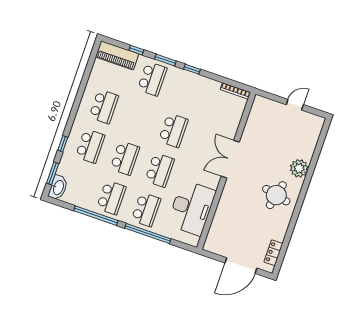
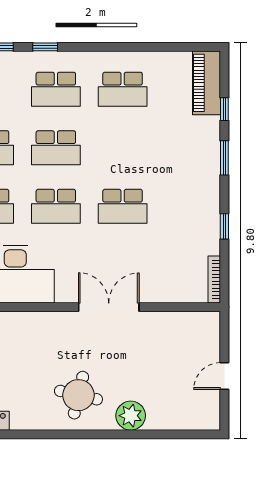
window: (192, 69) -> (224, 226), moved
school desk: (152, 79) -> (189, 148), removed
door: (295, 105) -> (224, 376), swing flipped

